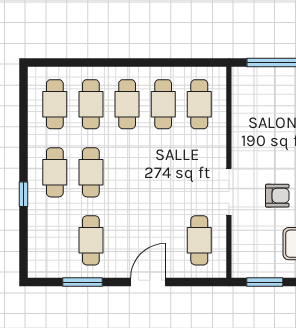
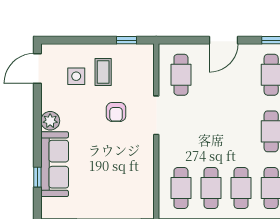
armchair: (277, 196) -> (116, 112), turned -90
window: (265, 282) -> (126, 40), width x0.67

